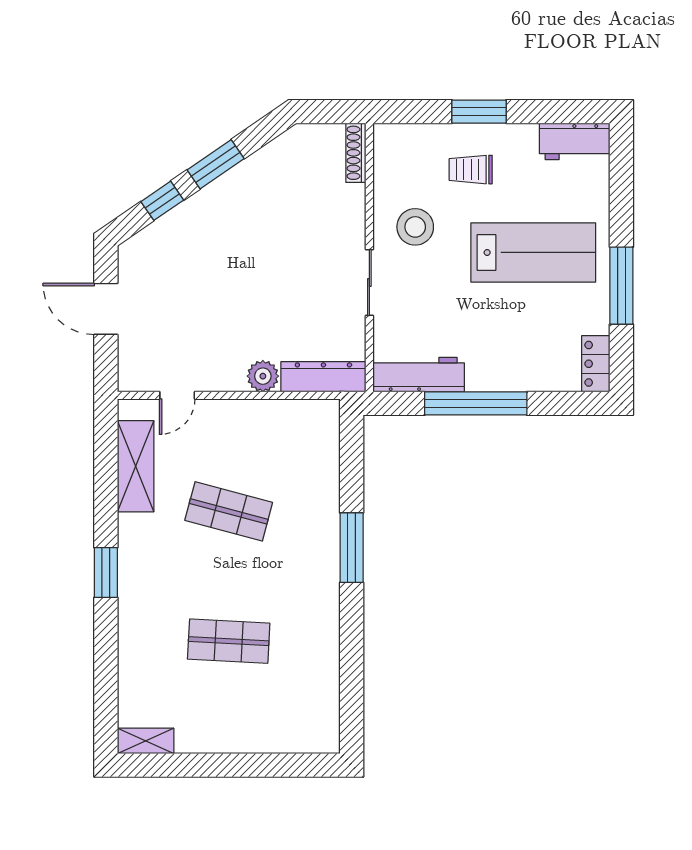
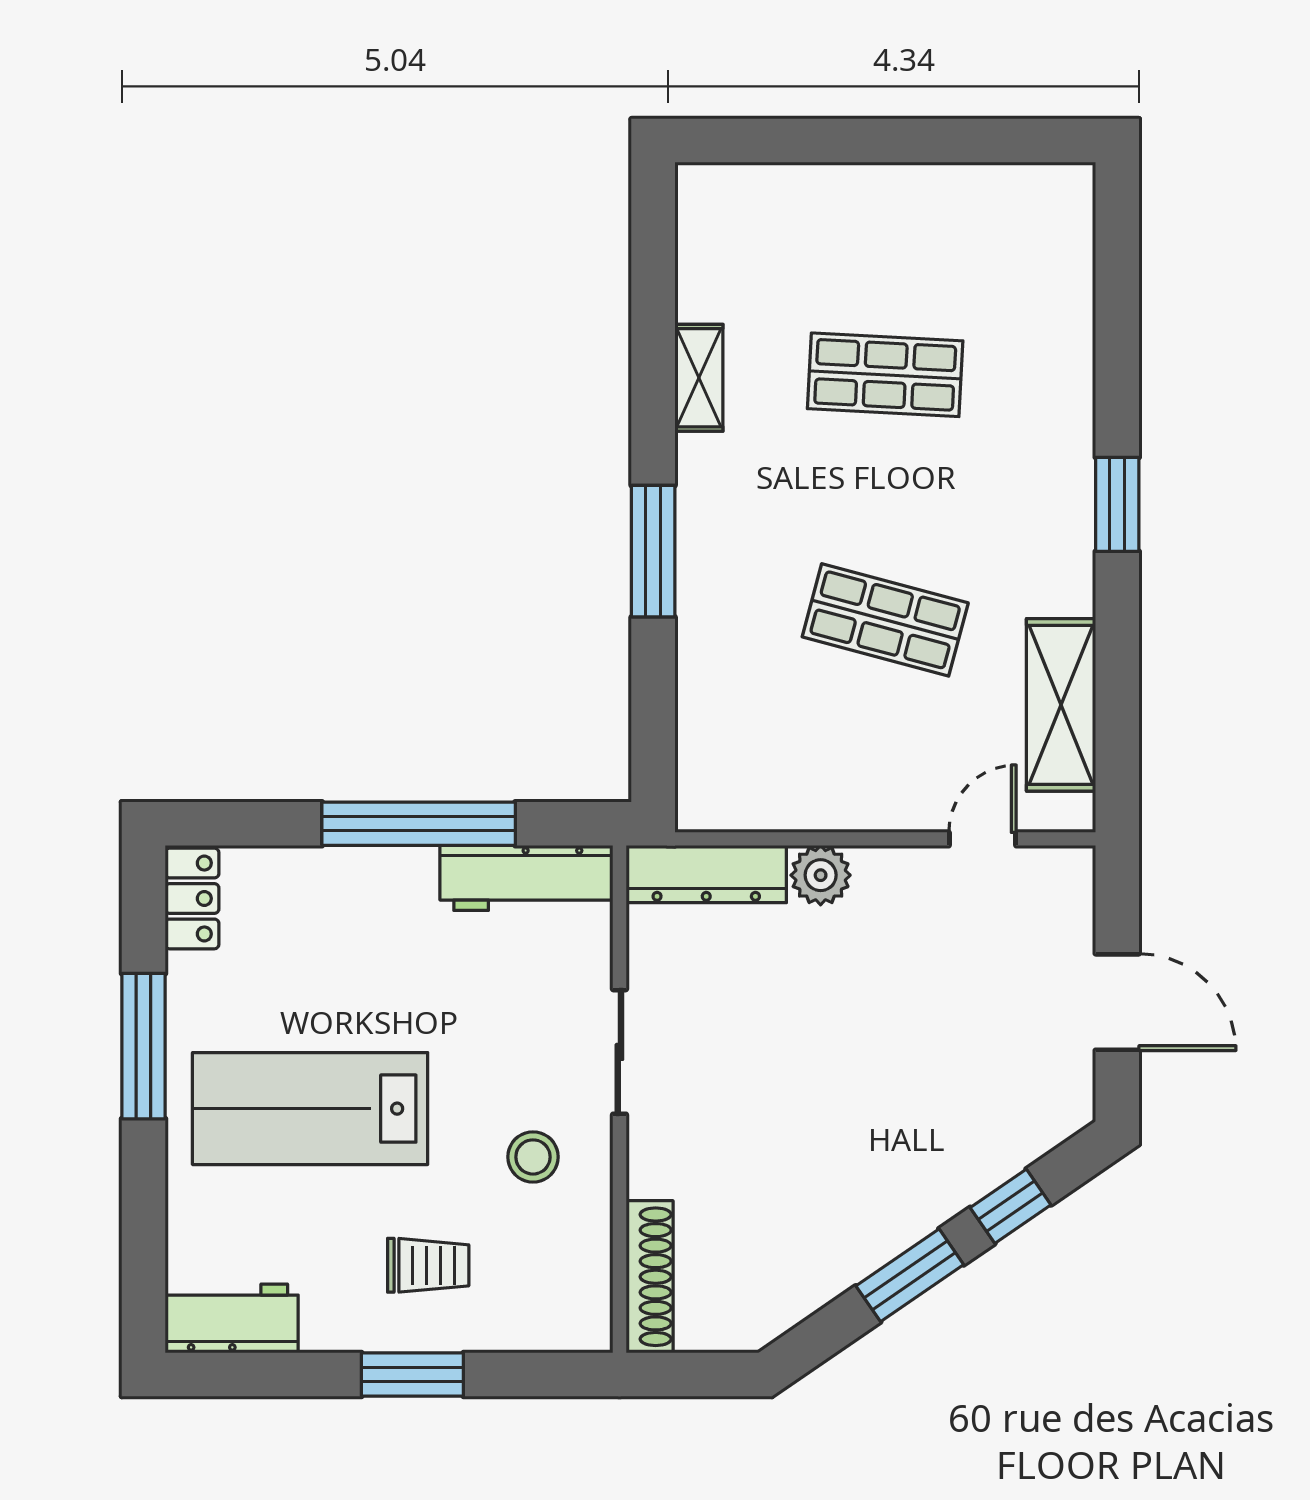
shoe rack: (356, 153) -> (650, 1277), width x1.36, depth x1.24
stool: (415, 227) -> (533, 1157), width x0.73, depth x0.73
shelving: (146, 741) -> (699, 378), moved, turned 90

